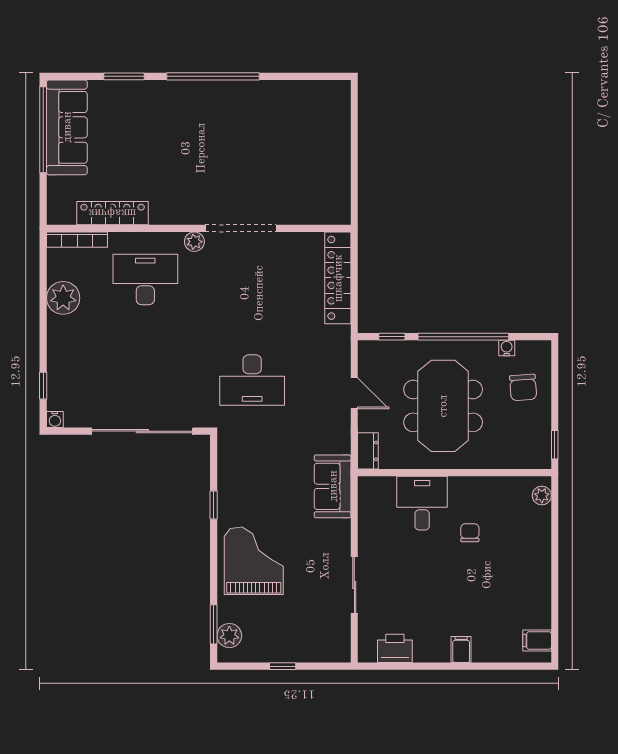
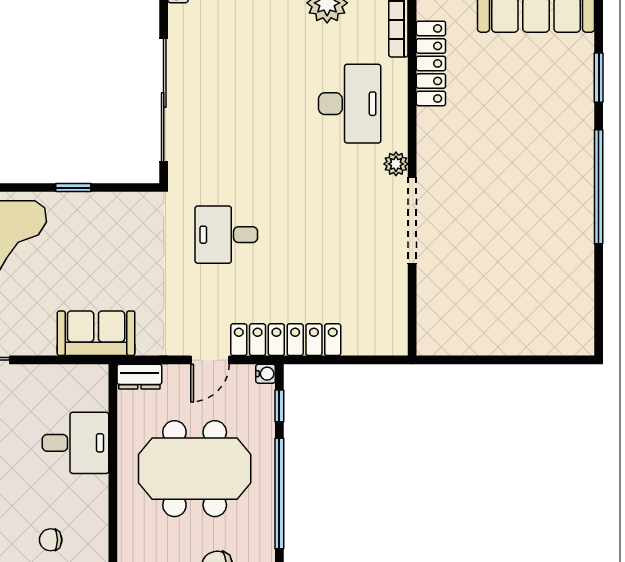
locker: (338, 278) -> (286, 340), moved
water cooler: (507, 348) -> (266, 374), moved
desk: (252, 380) -> (226, 235), width x0.73
chair: (470, 533) -> (51, 540), moved, turned 180

